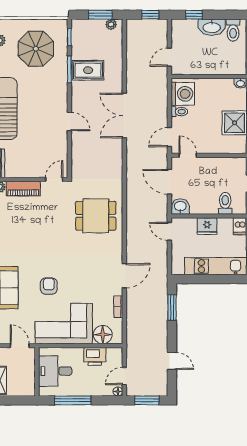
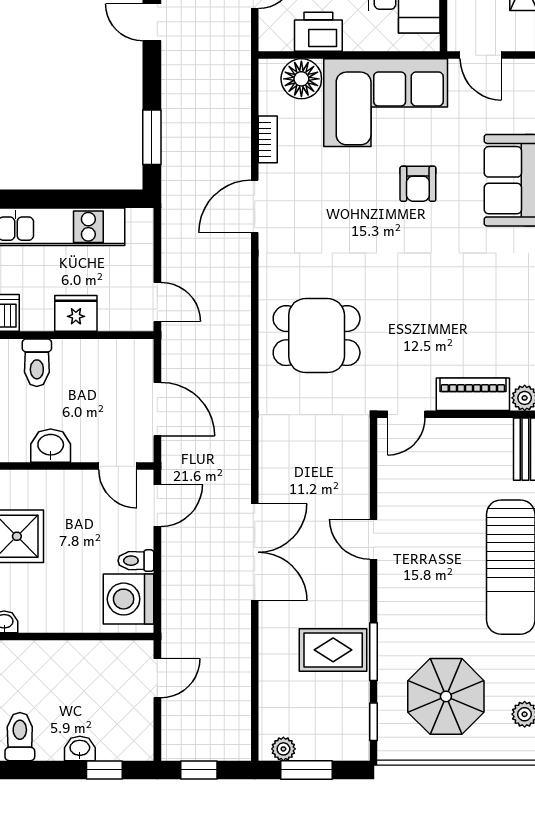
washbasin: (212, 27) -> (80, 748), width x0.52, depth x0.69
washbasin: (180, 207) -> (51, 446), moved, turned 180

